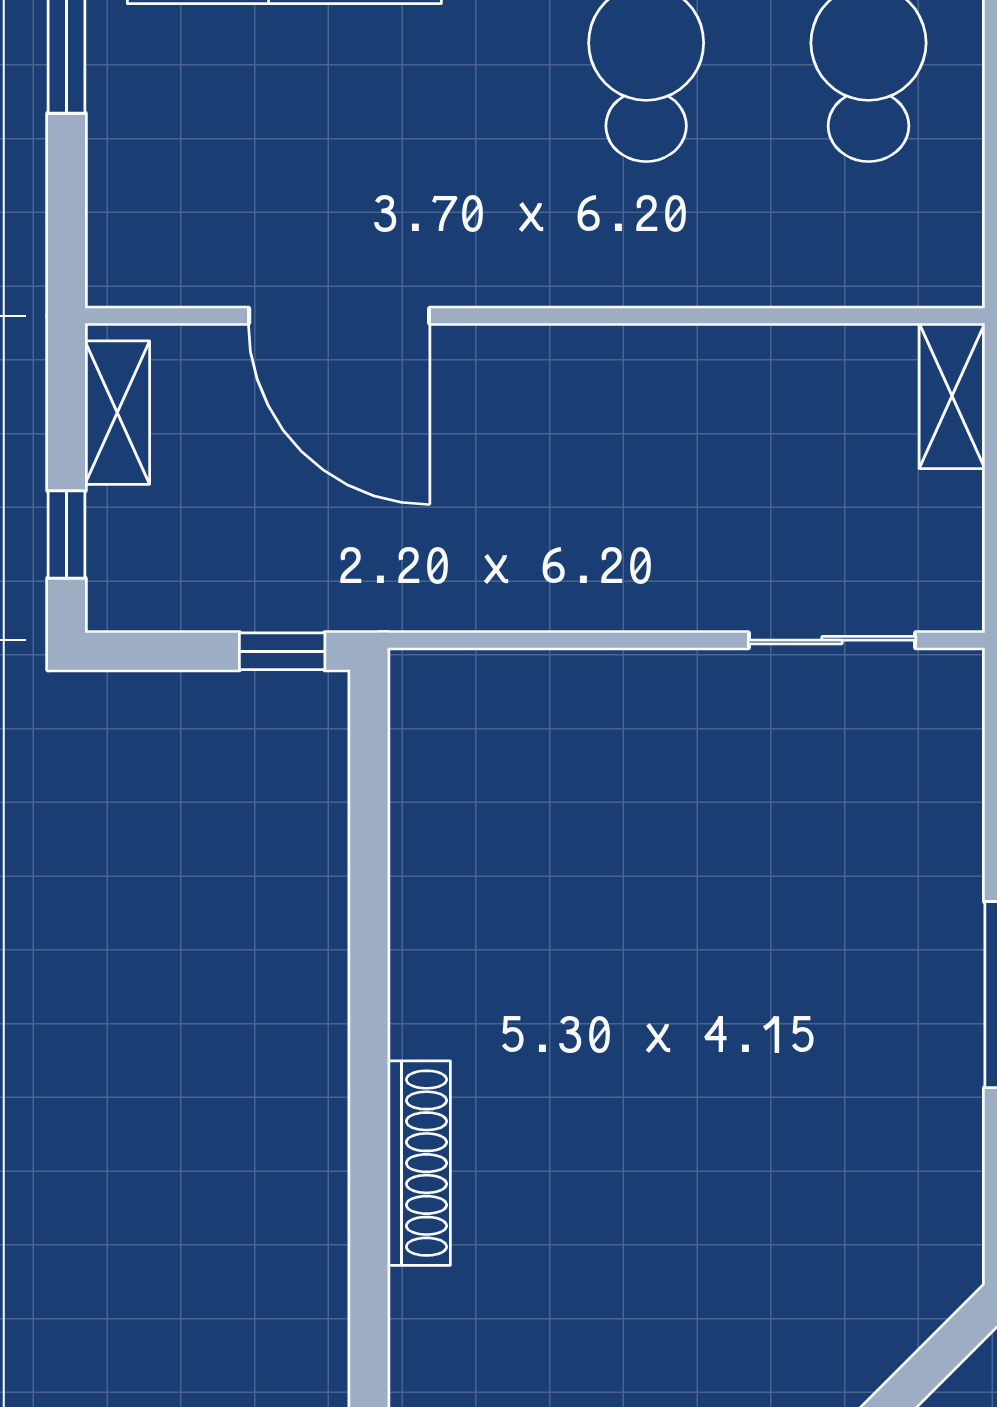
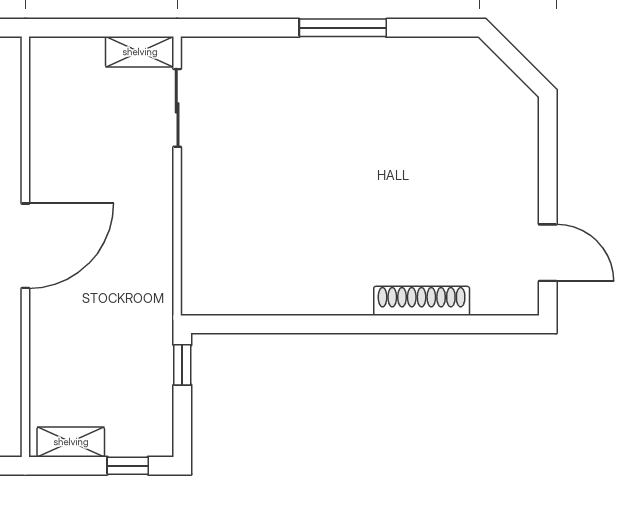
door: (339, 316) -> (25, 246), moved
shelving: (952, 396) -> (140, 52), moved

